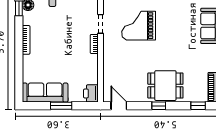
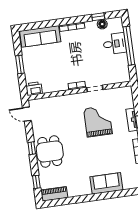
sofa: (45, 93) -> (40, 36), moved, turned 90
door: (119, 106) -> (27, 114), swing flipped

